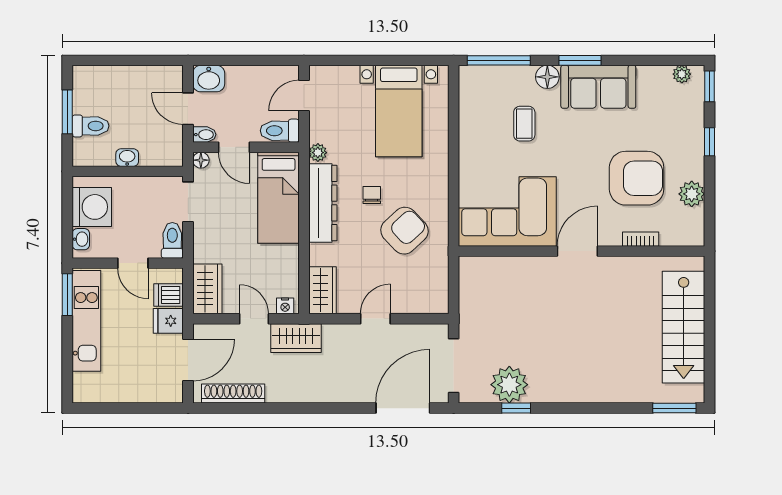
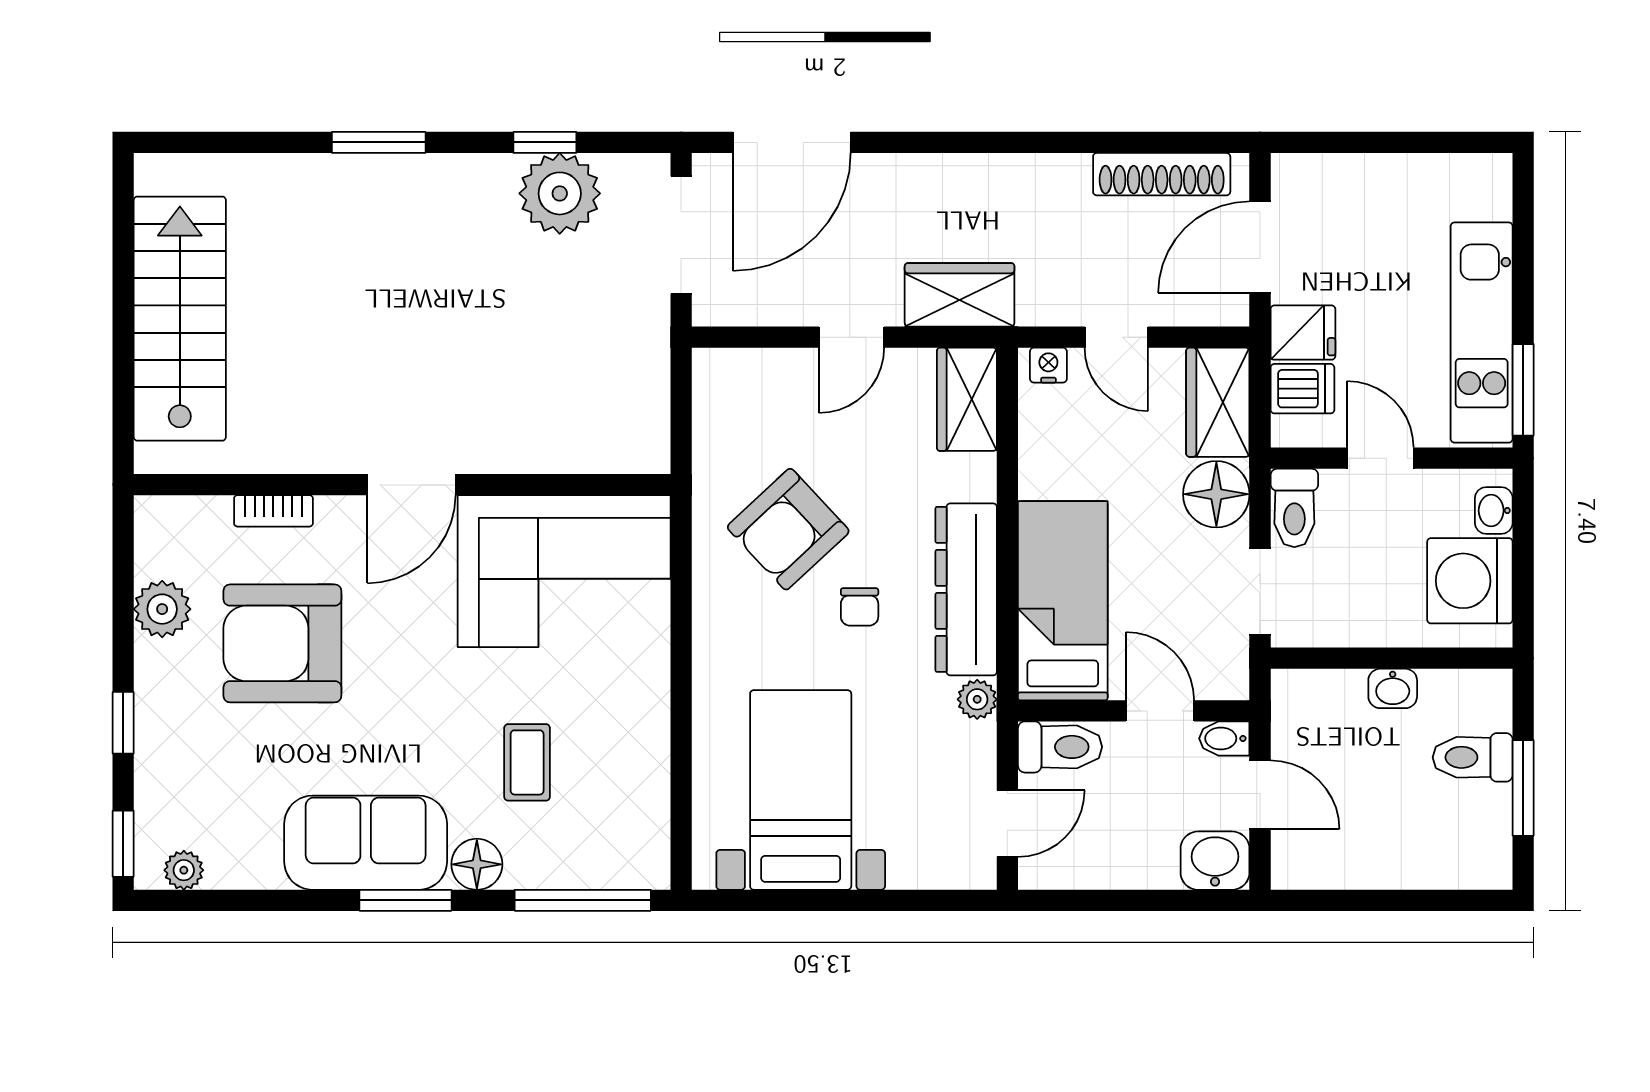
floor lamp: (201, 160) -> (1216, 494), moved, width x1.89, depth x1.89
wardrobe: (296, 338) -> (960, 295), moved
window: (674, 408) -> (379, 142), moved

